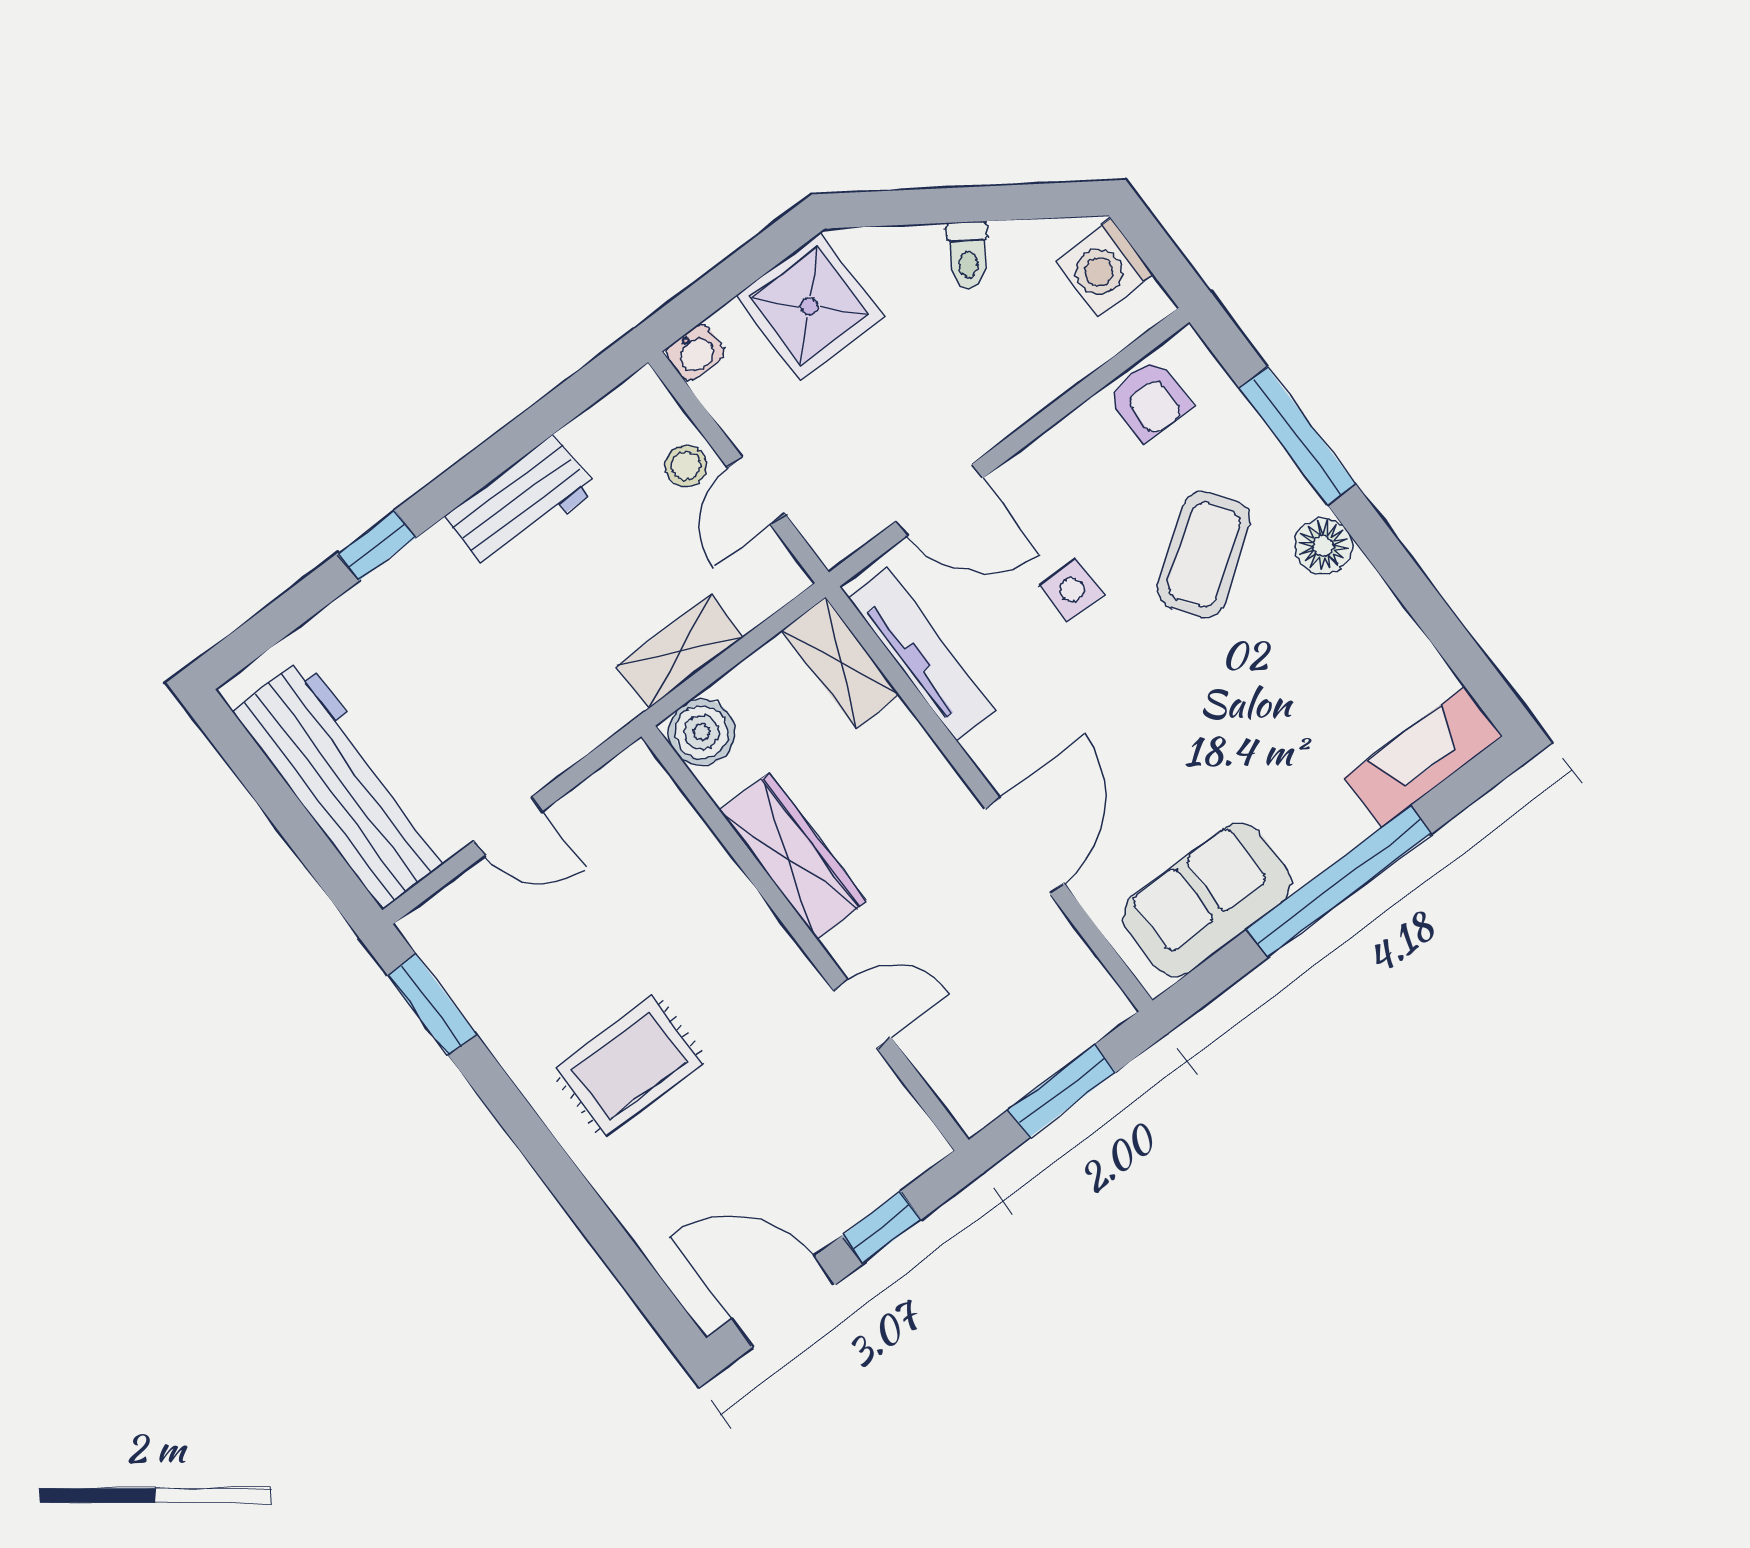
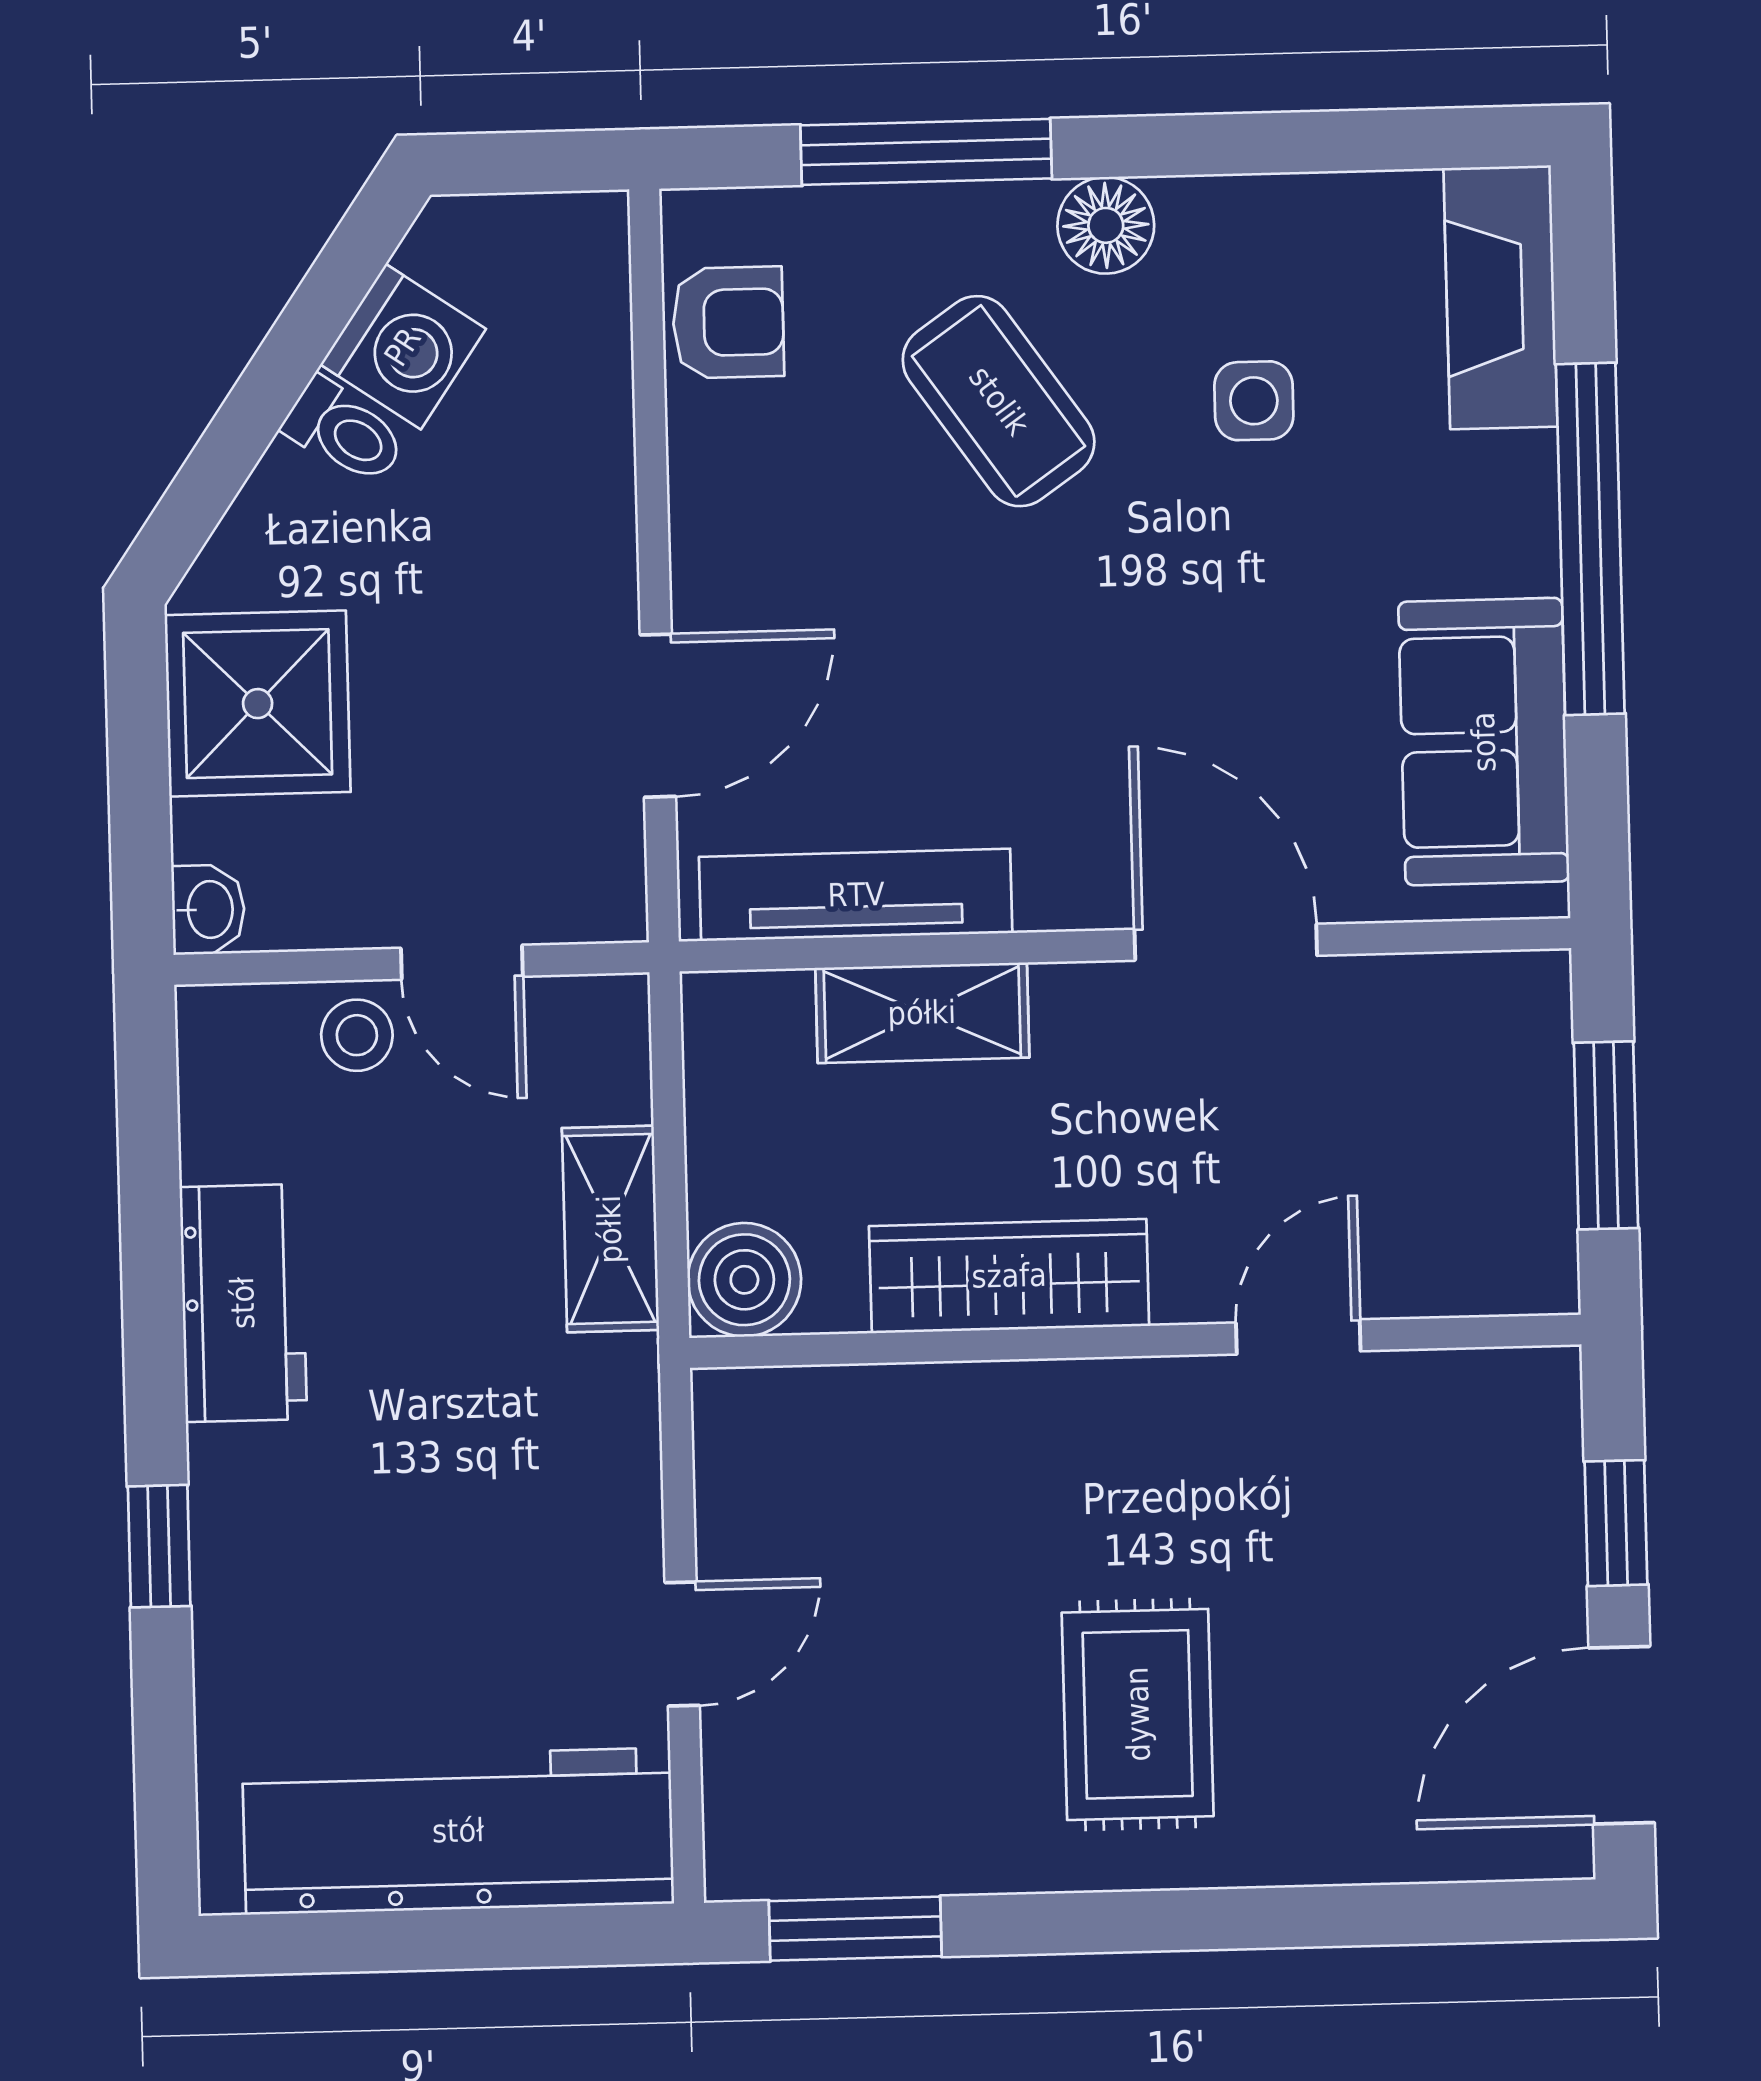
washing machine: (1105, 268) -> (403, 347), moved, turned -56
side table: (1072, 590) -> (1254, 401), moved
shelving: (841, 663) -> (922, 1013), moved

